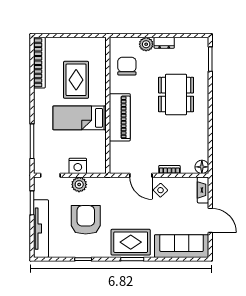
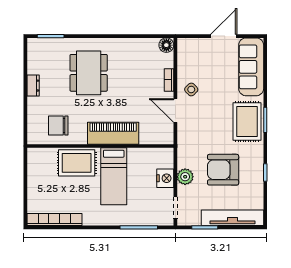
plant: (146, 44) -> (35, 105), removed
rug: (76, 80) -> (77, 163), moved
dining table: (176, 95) -> (89, 73), turned 90
door: (141, 175) -> (175, 111), swing flipped
fireplace: (203, 190) -> (191, 44), removed

